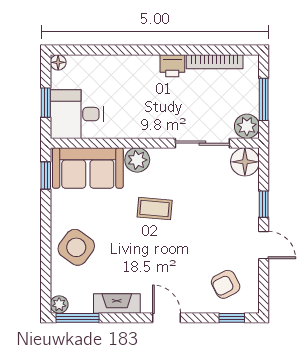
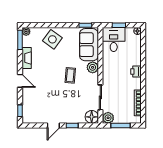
printer: (172, 66) -> (136, 71), moved
armchair: (226, 284) -> (35, 108), removed
door: (167, 318) -> (20, 81), hinge flipped

